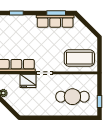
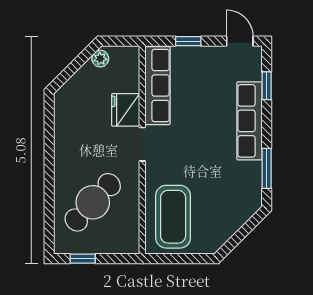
row of seats: (55, 21) -> (250, 121), moved
cafe table: (72, 97) -> (93, 202), turned 43

